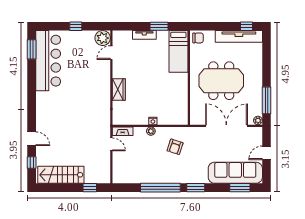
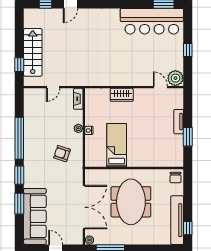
bed: (178, 51) -> (117, 145), moved, turned 90
door: (111, 144) -> (53, 87), moved
stairs: (61, 175) -> (33, 52), moved
window: (240, 188) -> (19, 204), moved

